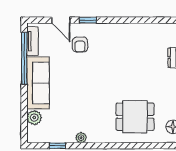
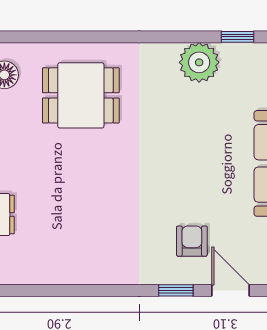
plant: (81, 138) -> (199, 62), width x1.88, depth x1.88

